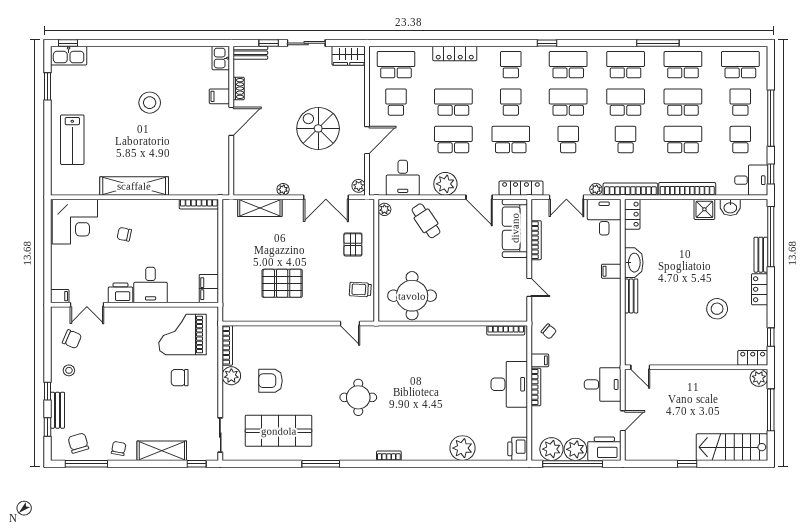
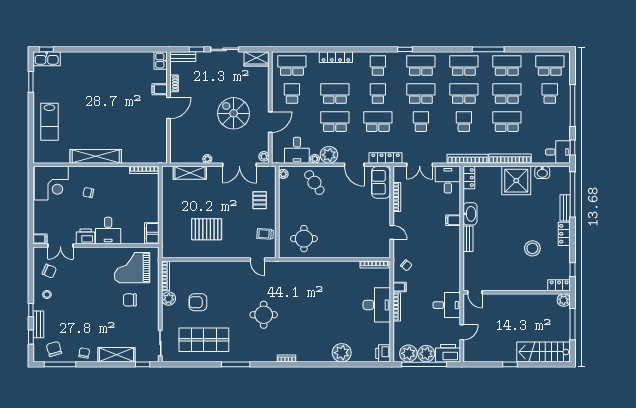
stool: (150, 103) -> (107, 94), removed
school desk: (740, 140) -> (550, 122), removed
plant: (596, 189) -> (315, 159), moved
shower: (704, 209) -> (516, 181), width x1.86, depth x1.86
sofa: (515, 228) -> (381, 182), width x0.73
round table: (412, 296) -> (304, 239), width x0.73, depth x0.73

